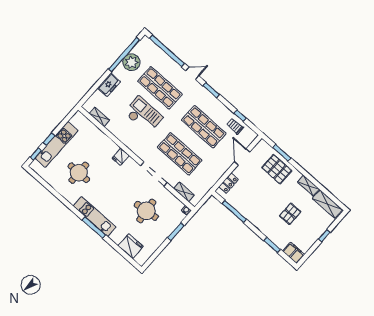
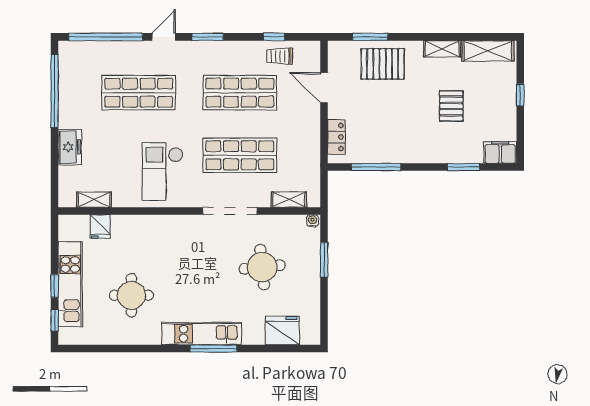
plant: (131, 62) -> (73, 92), removed
checkout: (143, 115) -> (163, 171), moved, turned -90
fridge: (121, 157) -> (100, 227), moved

